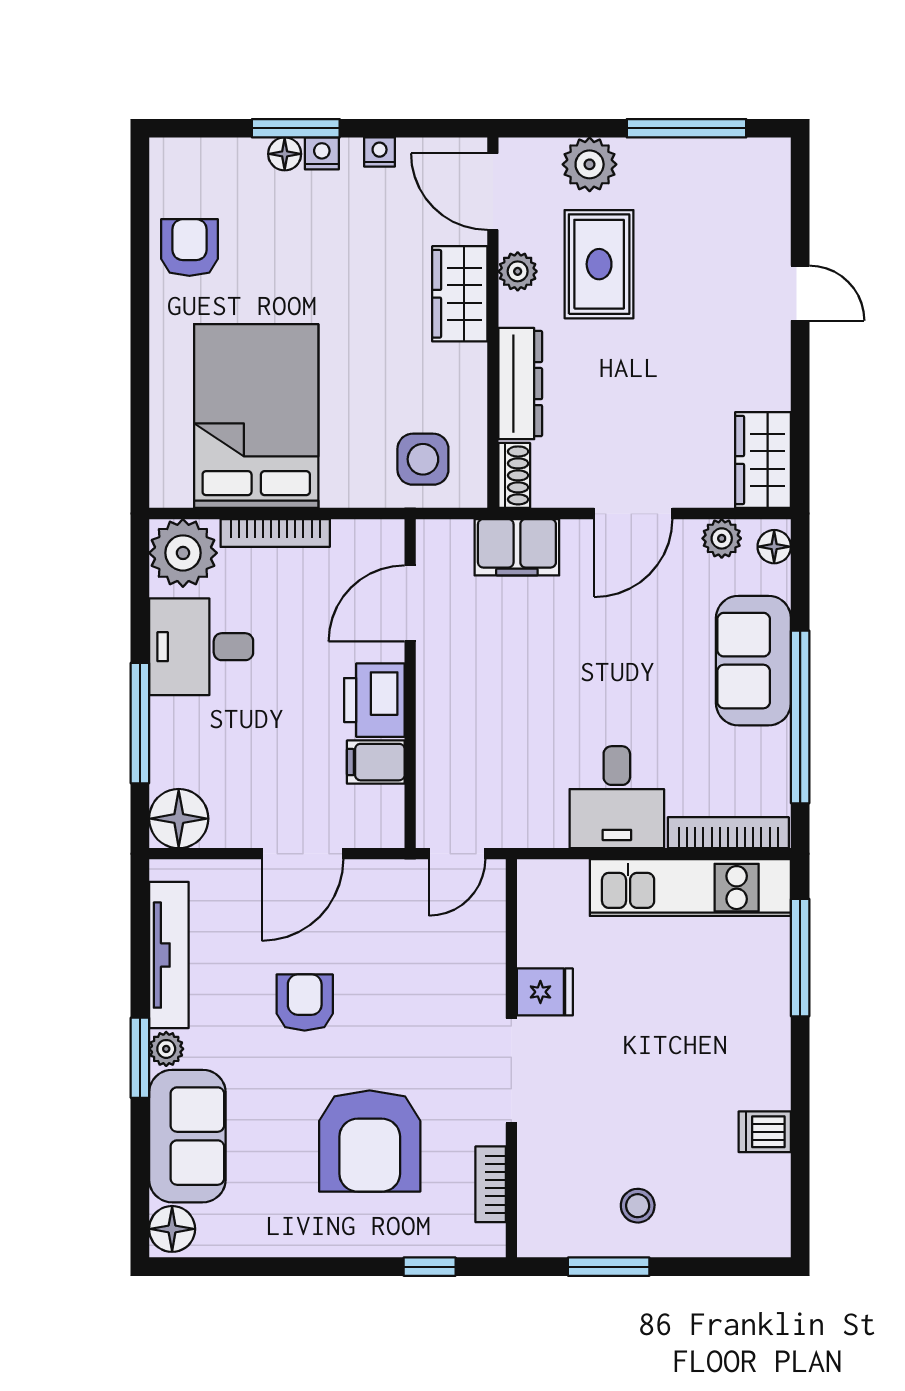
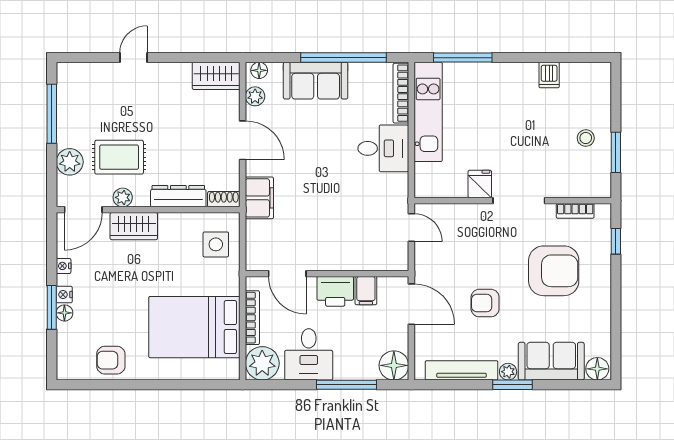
door: (410, 603) -> (287, 274), moved
wall: (410, 684) -> (327, 274), moved
printer: (374, 700) -> (335, 291), moved
filing cabinet: (376, 762) -> (366, 291), moved

